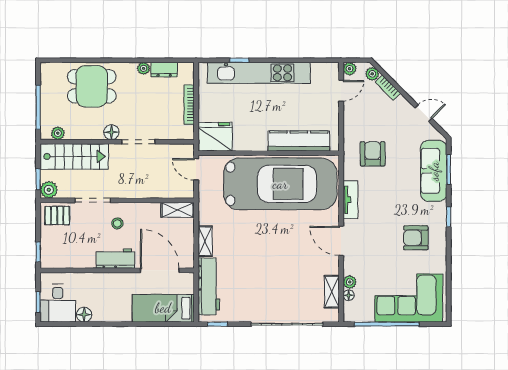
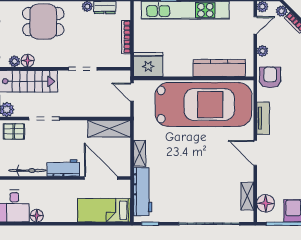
floor lamp: (111, 132) -> (28, 61), moved
armchair: (373, 154) -> (270, 77), moved
shelving: (178, 210) -> (109, 129), width x1.50, depth x1.33
stool: (117, 223) -> (65, 138), removed
bicycle: (73, 261) -> (27, 170), added
plant: (350, 282) -> (262, 51), moved
floor lamp: (349, 295) -> (266, 203), width x1.89, depth x1.89

